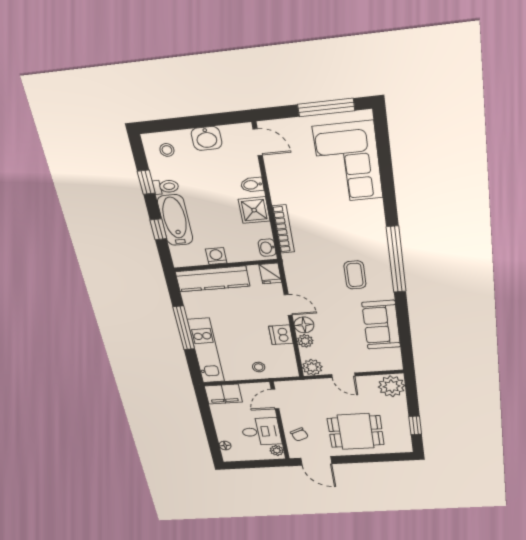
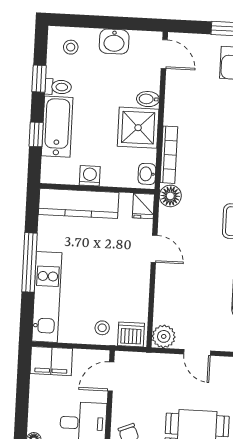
shower: (254, 210) -> (138, 128), width x1.36, depth x1.36
floor lamp: (304, 325) -> (170, 196), moved
dishwasher: (281, 335) -> (131, 334), moved, turned 90
plant: (305, 341) -> (163, 299), removed

